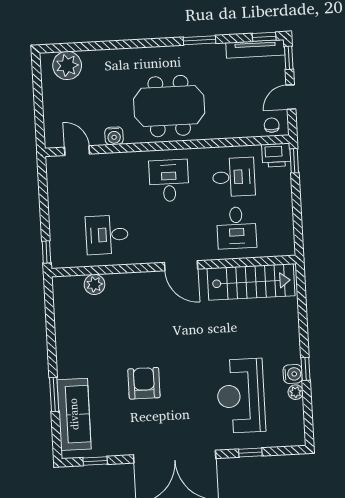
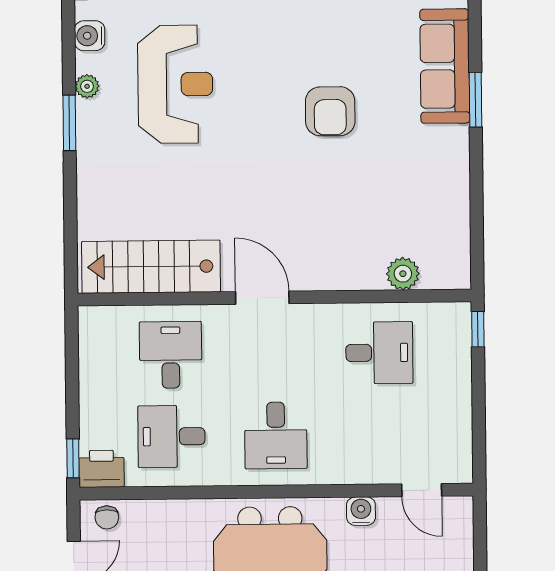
window: (306, 369) -> (69, 123), width x1.50
water cooler: (293, 374) -> (90, 36), moved

